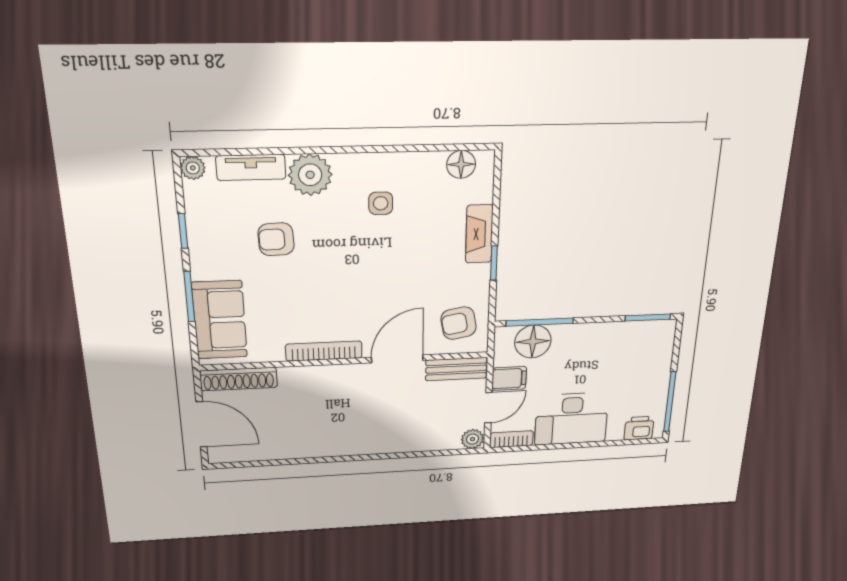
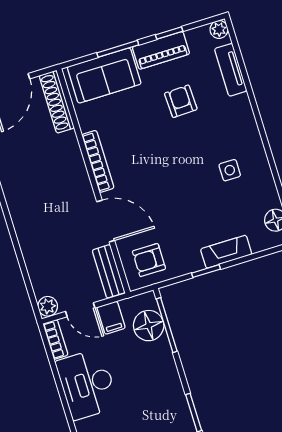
plant: (310, 175) -> (237, 113), removed
piano: (204, 247) -> (161, 50), added
armchair: (459, 323) -> (149, 260), turned -80

